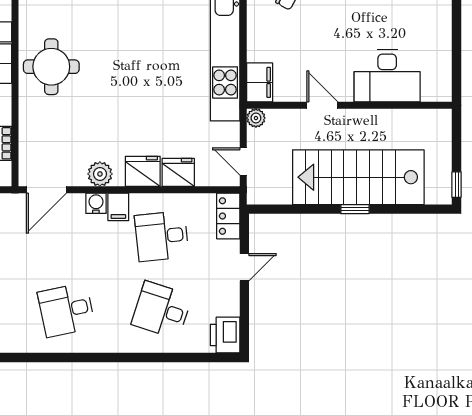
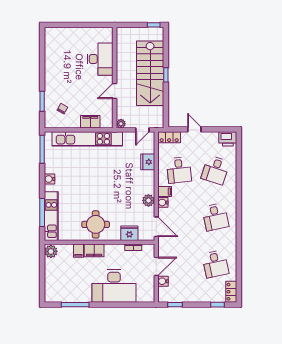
filing cabinet: (260, 82) -> (90, 122), moved
fridge: (143, 171) -> (129, 233), moved, turned 90

